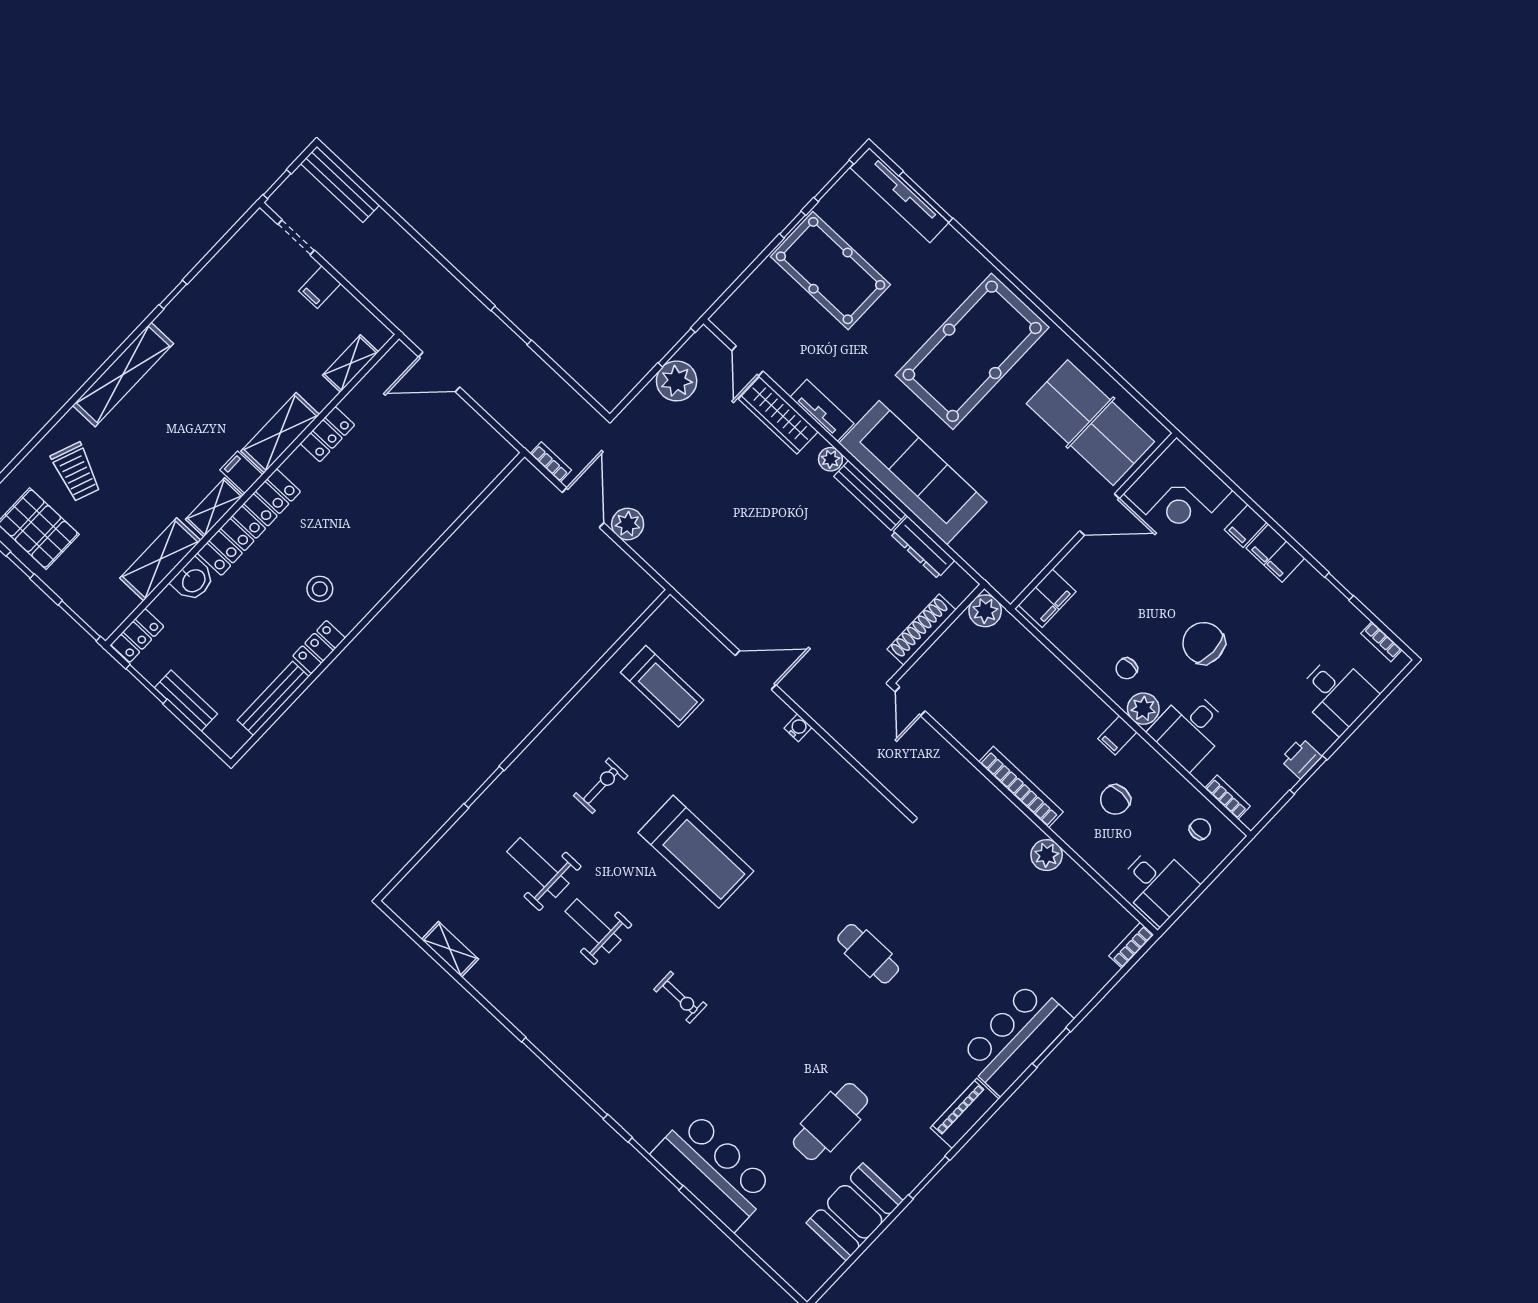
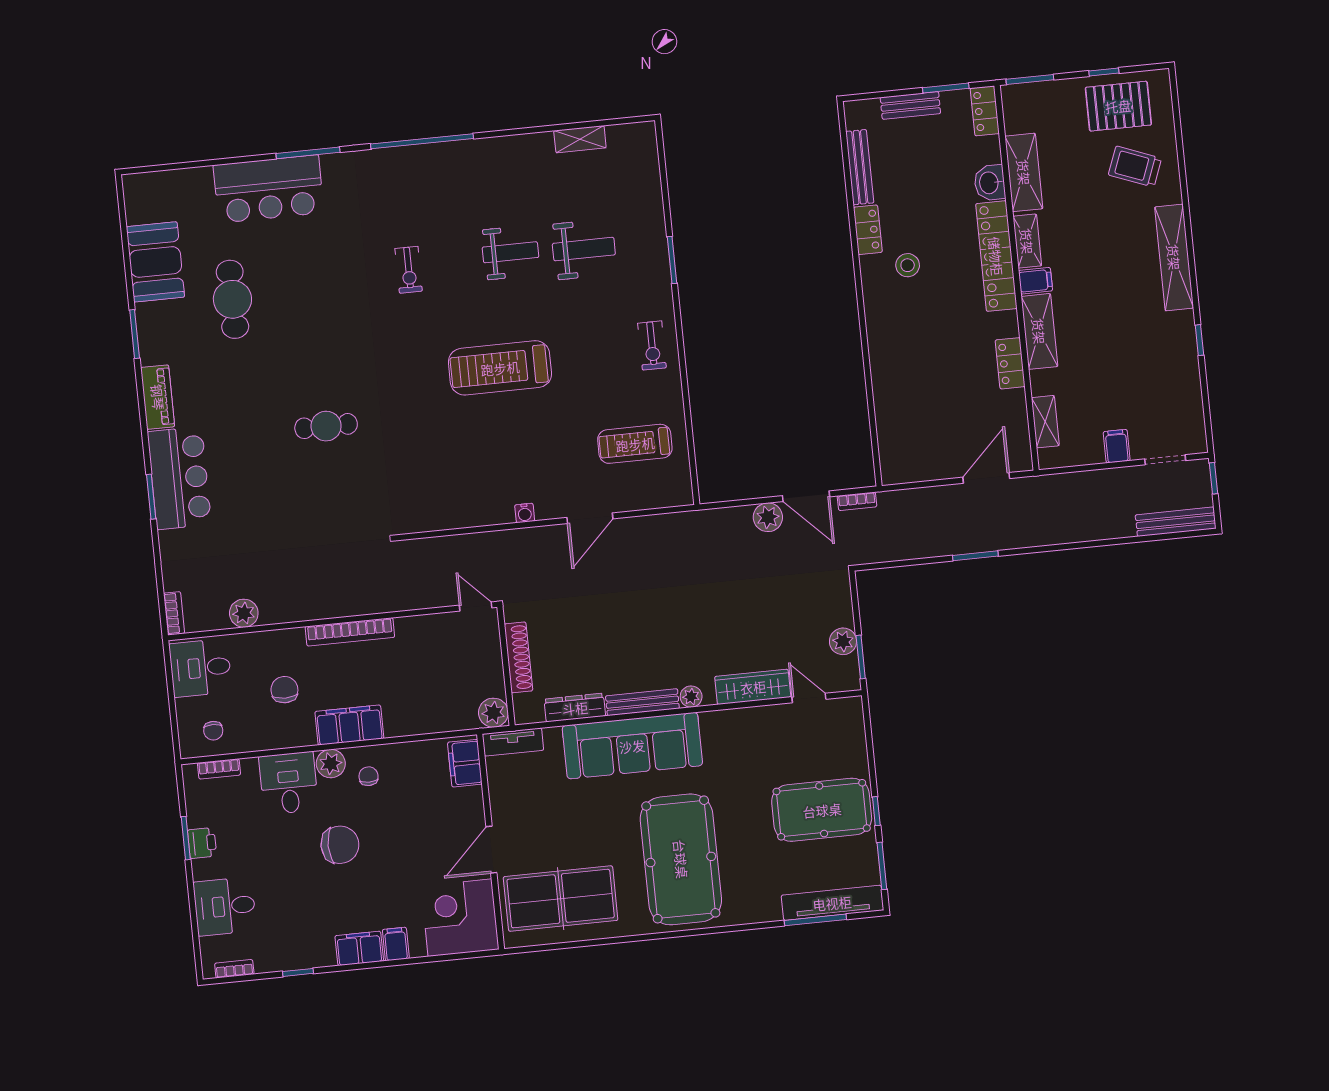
plant: (677, 381) -> (843, 641), width x0.73, depth x0.73
tv unit: (822, 410) -> (513, 742), moved
filing cabinet: (1117, 735) -> (349, 725), width x3.00, depth x1.17
exercise bike: (601, 786) -> (652, 346), moved
plant: (1047, 855) -> (244, 613), moved
exercise bike: (680, 997) -> (409, 270), turned -90

